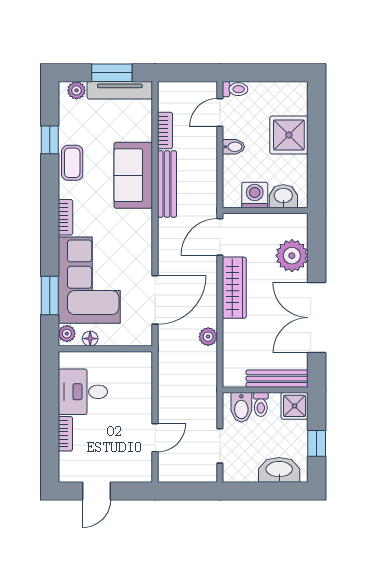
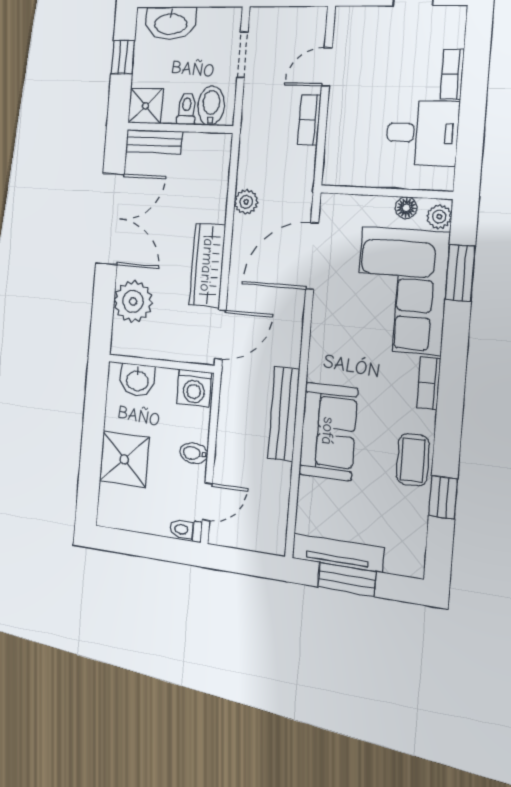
plant: (76, 90) -> (399, 563), removed
bookcase: (165, 131) -> (309, 120), moved
washing machine: (255, 195) -> (194, 388), moved
bench: (277, 379) -> (154, 142), width x0.73

